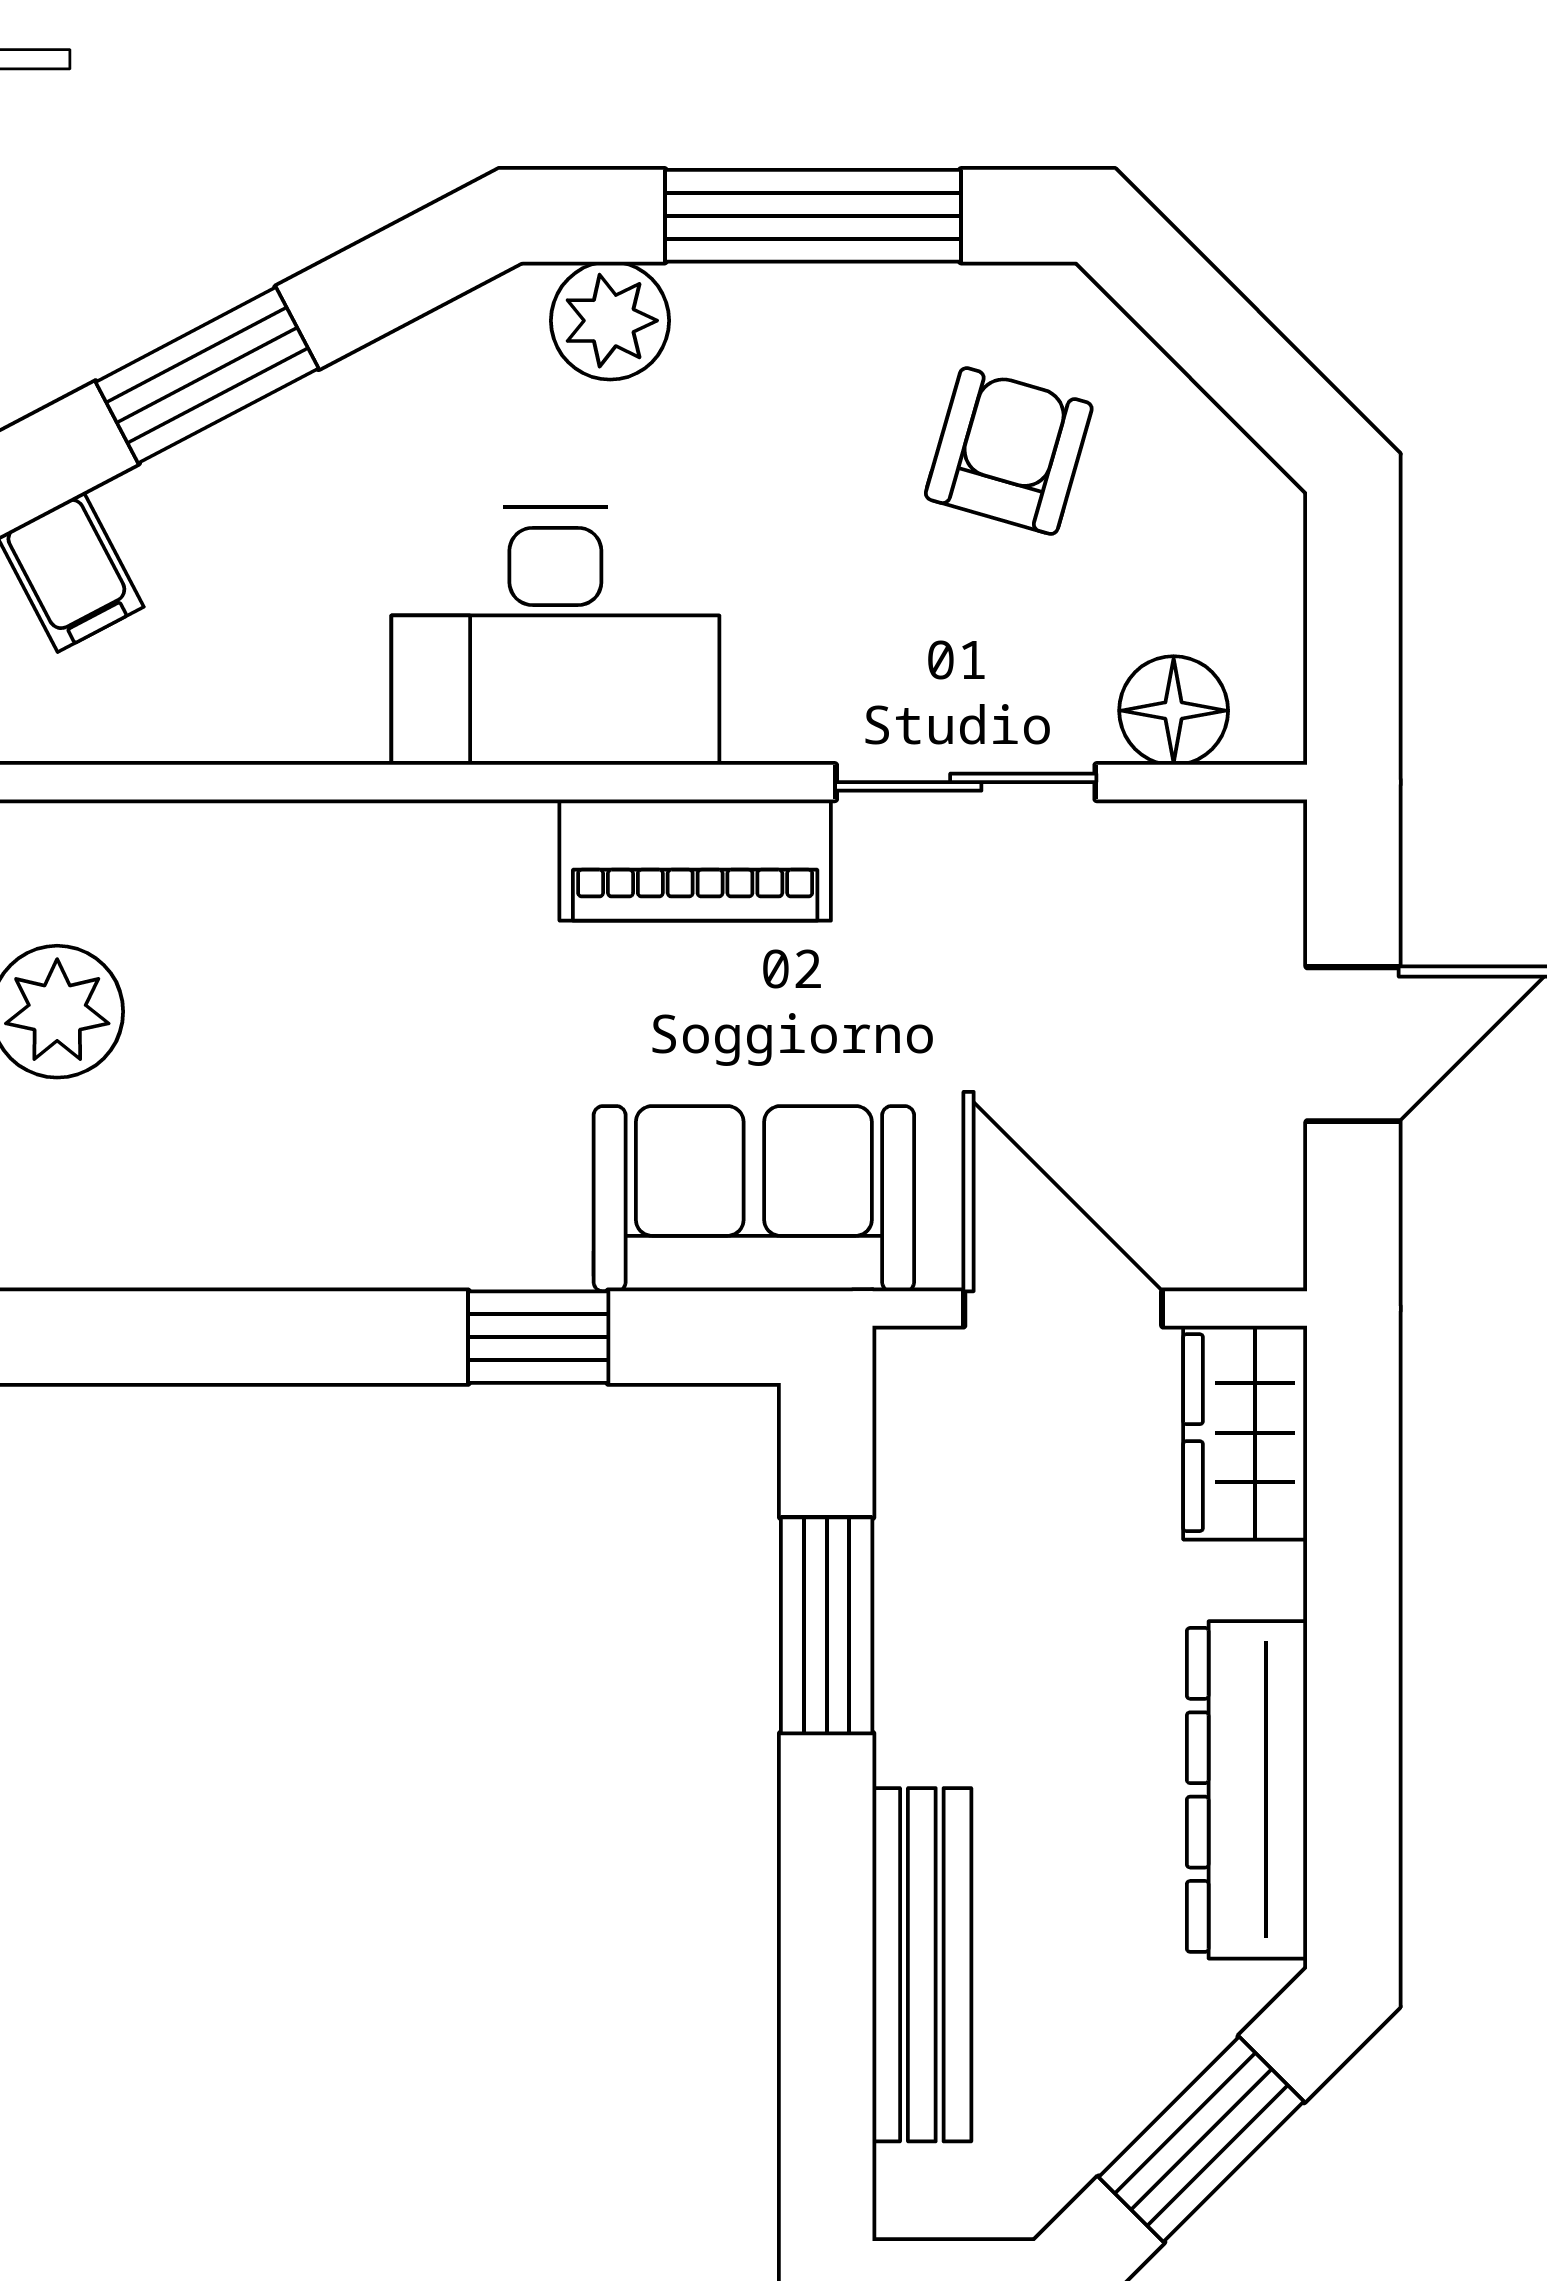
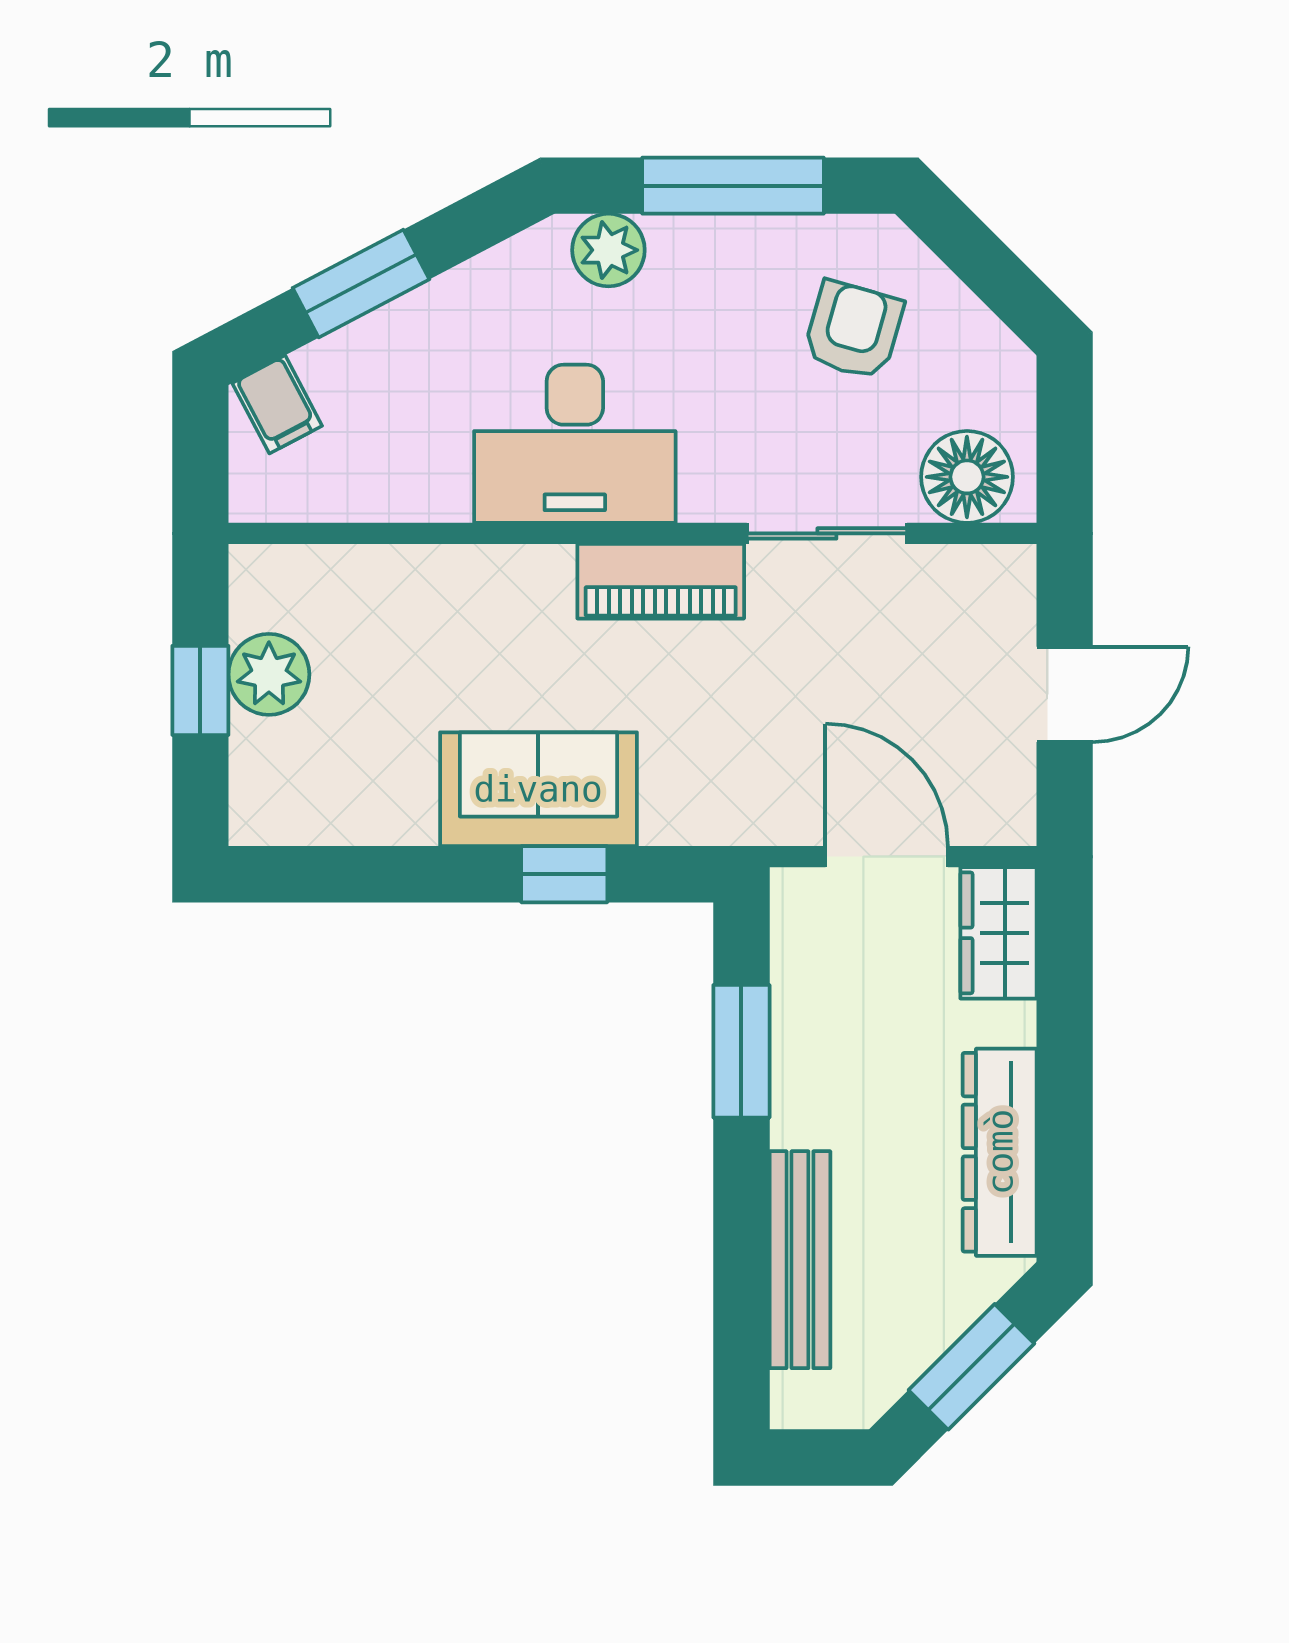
floor lamp: (1174, 711) -> (967, 477), width x1.38, depth x1.38
sofa: (754, 1199) -> (538, 789), moved

